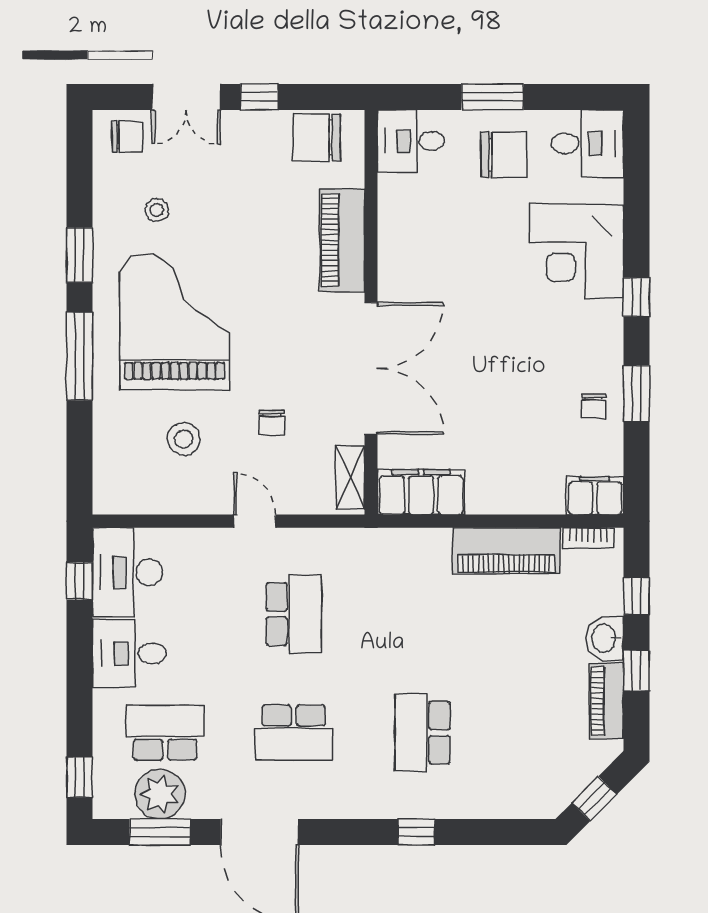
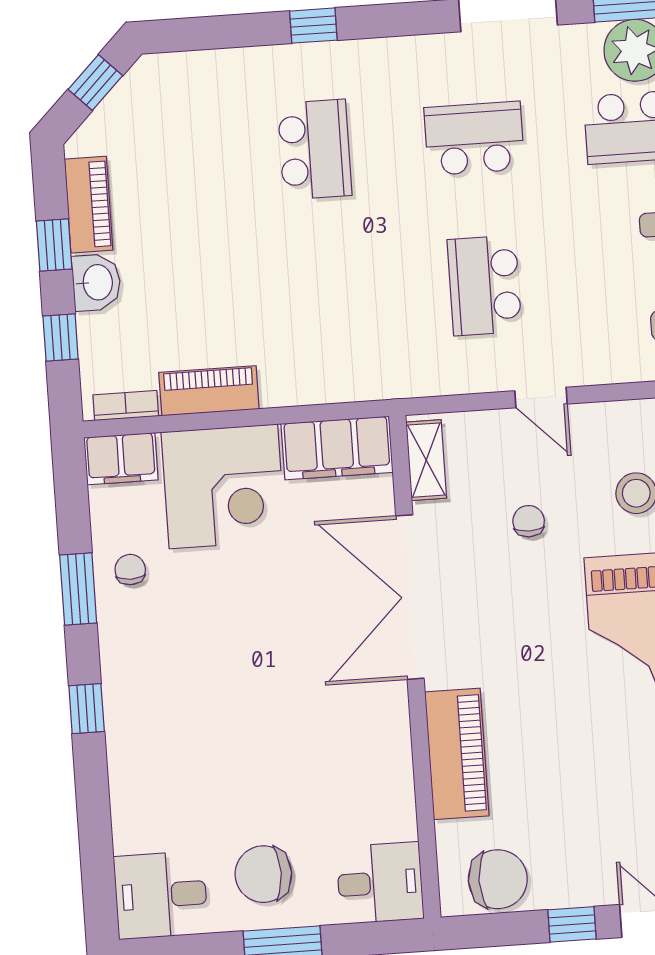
corner desk: (577, 251) -> (223, 486), moved, turned 90
piano: (506, 551) -> (209, 391), width x0.73, depth x0.75

